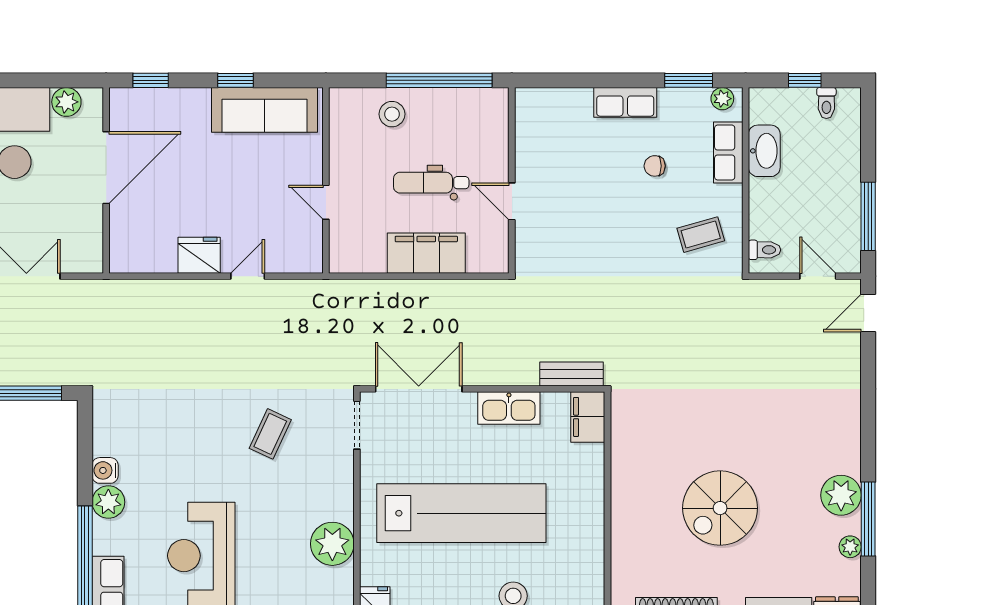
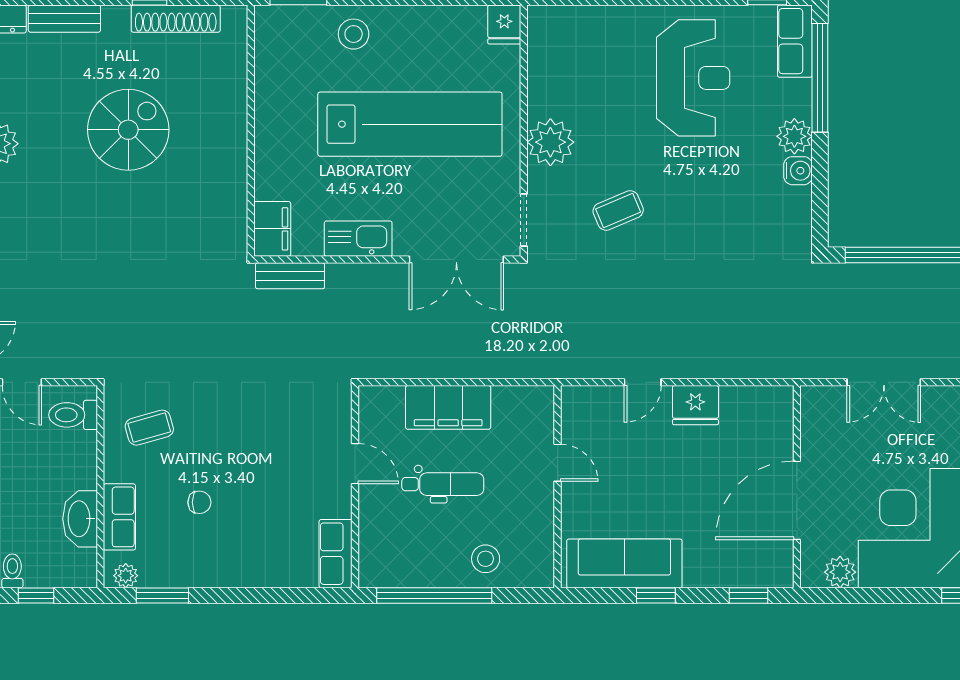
row of seats: (625, 102) -> (336, 554), moved, turned -90
toilet: (764, 250) -> (73, 415), width x1.37, depth x1.39
coffee table: (270, 434) -> (618, 210), turned 42
lab bench: (461, 513) -> (410, 124), turned 180
plant: (332, 544) -> (550, 142), moved

